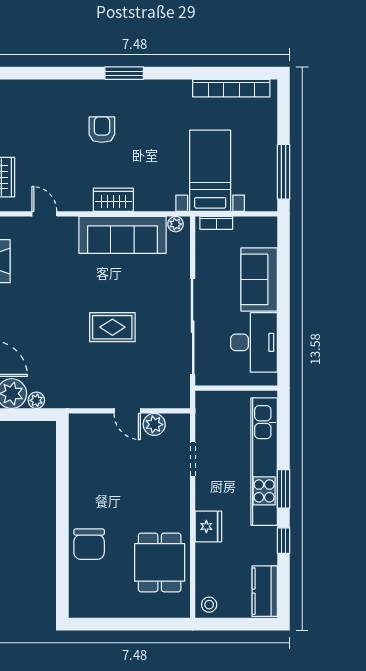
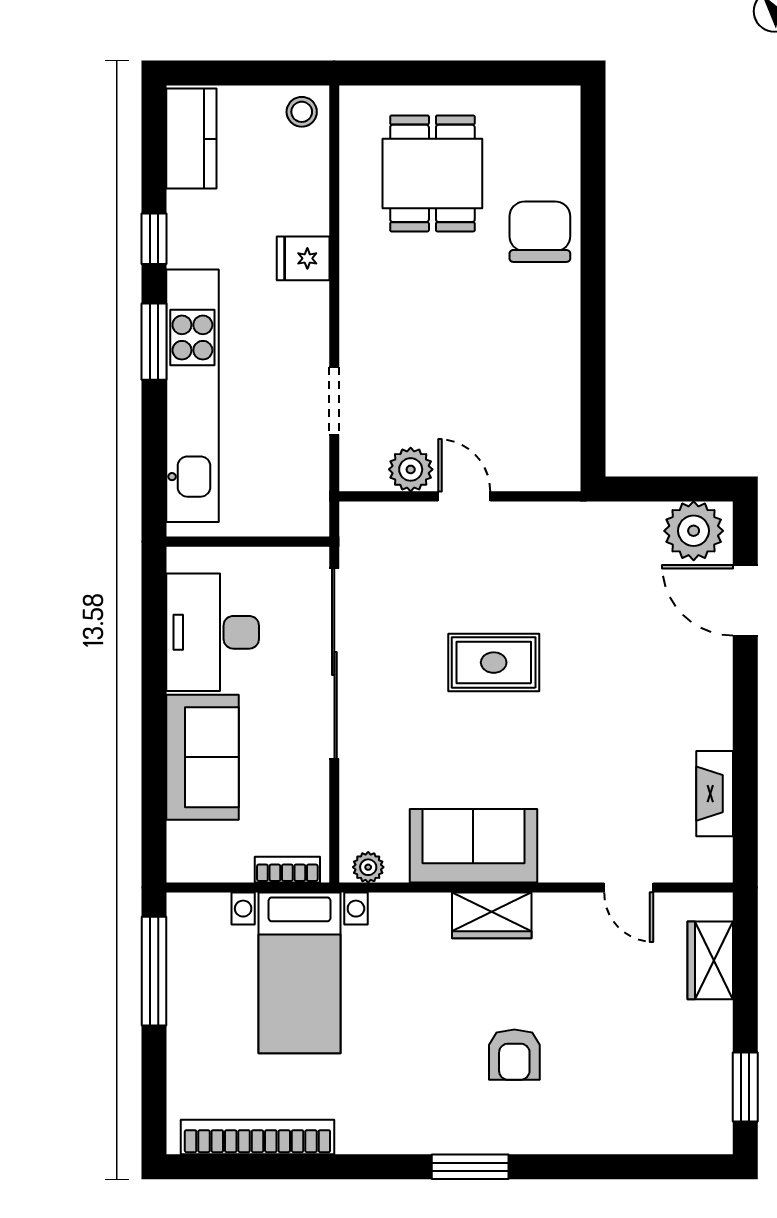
sofa: (123, 235) -> (473, 846), width x0.73
plant: (36, 400) -> (645, 517), removed
fridge: (208, 526) -> (303, 258), width x0.72
dining table: (160, 562) -> (432, 173), moved

